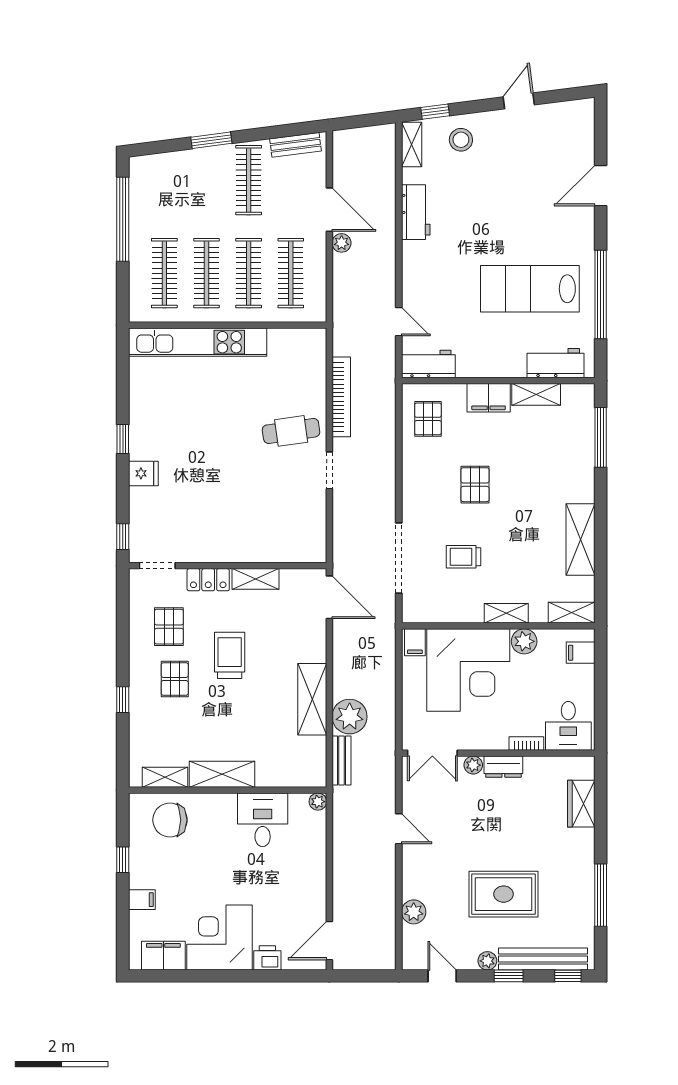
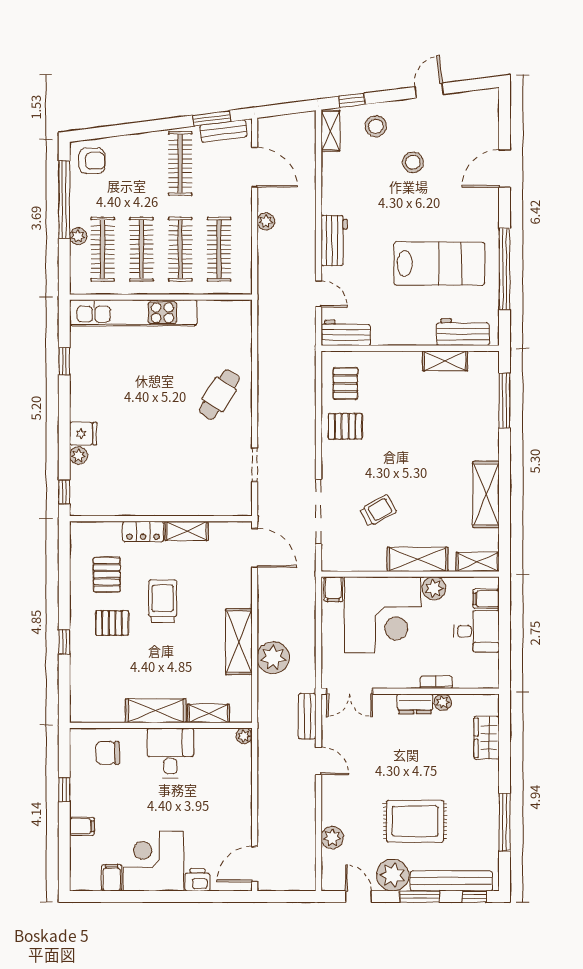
window: (211, 140) -> (212, 118), moved
armchair: (153, 177) -> (92, 161), added
stool: (501, 179) -> (413, 162), added
door: (329, 210) -> (255, 167), moved
workbench: (416, 212) -> (334, 240), moved
plant: (138, 259) -> (78, 236), added
lab bench: (530, 289) -> (439, 264), turned 180
bookcase: (341, 397) -> (266, 363), removed
filing cabinet: (489, 398) -> (401, 364), removed
cafe table: (291, 431) -> (219, 395), turned -49
window: (123, 439) -> (64, 361), moved
doorway: (329, 470) -> (255, 465), moved
pallet: (475, 485) -> (345, 426), moved, turned 90
plant: (138, 497) -> (78, 456), added
trolley: (463, 557) -> (378, 510), turned 151
doorway: (157, 566) -> (96, 519), removed
shelving: (506, 613) -> (418, 559), width x1.50, depth x1.33
pallet: (175, 679) -> (112, 623), turned 90
desk: (568, 726) -> (477, 631), moved, turned -90
bench: (342, 761) -> (307, 716), moved
plant: (473, 765) -> (443, 702), moved
shelving: (165, 777) -> (208, 713), moved
chair: (170, 820) -> (108, 753), width x0.73, depth x0.73
desk: (263, 820) -> (170, 753), moved
filing cabinet: (163, 956) -> (112, 878), width x0.50
plant: (487, 961) -> (393, 875), width x1.88, depth x1.88
window: (509, 976) -> (420, 896), width x1.50

